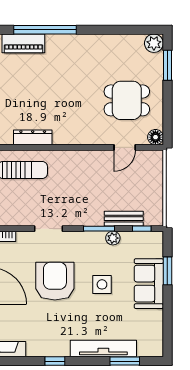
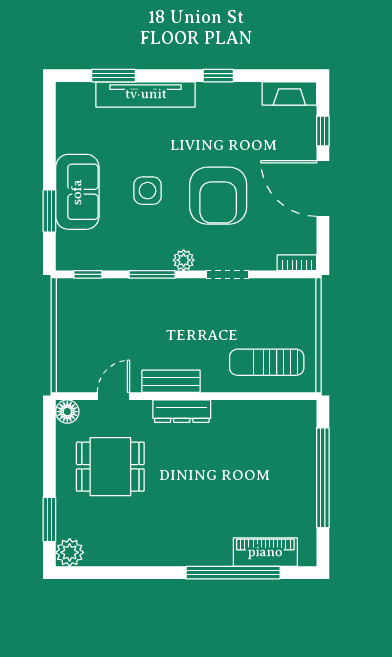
dresser: (33, 137) -> (182, 411), moved
bench: (124, 219) -> (171, 381), moved
plant: (113, 238) -> (184, 260), moved

